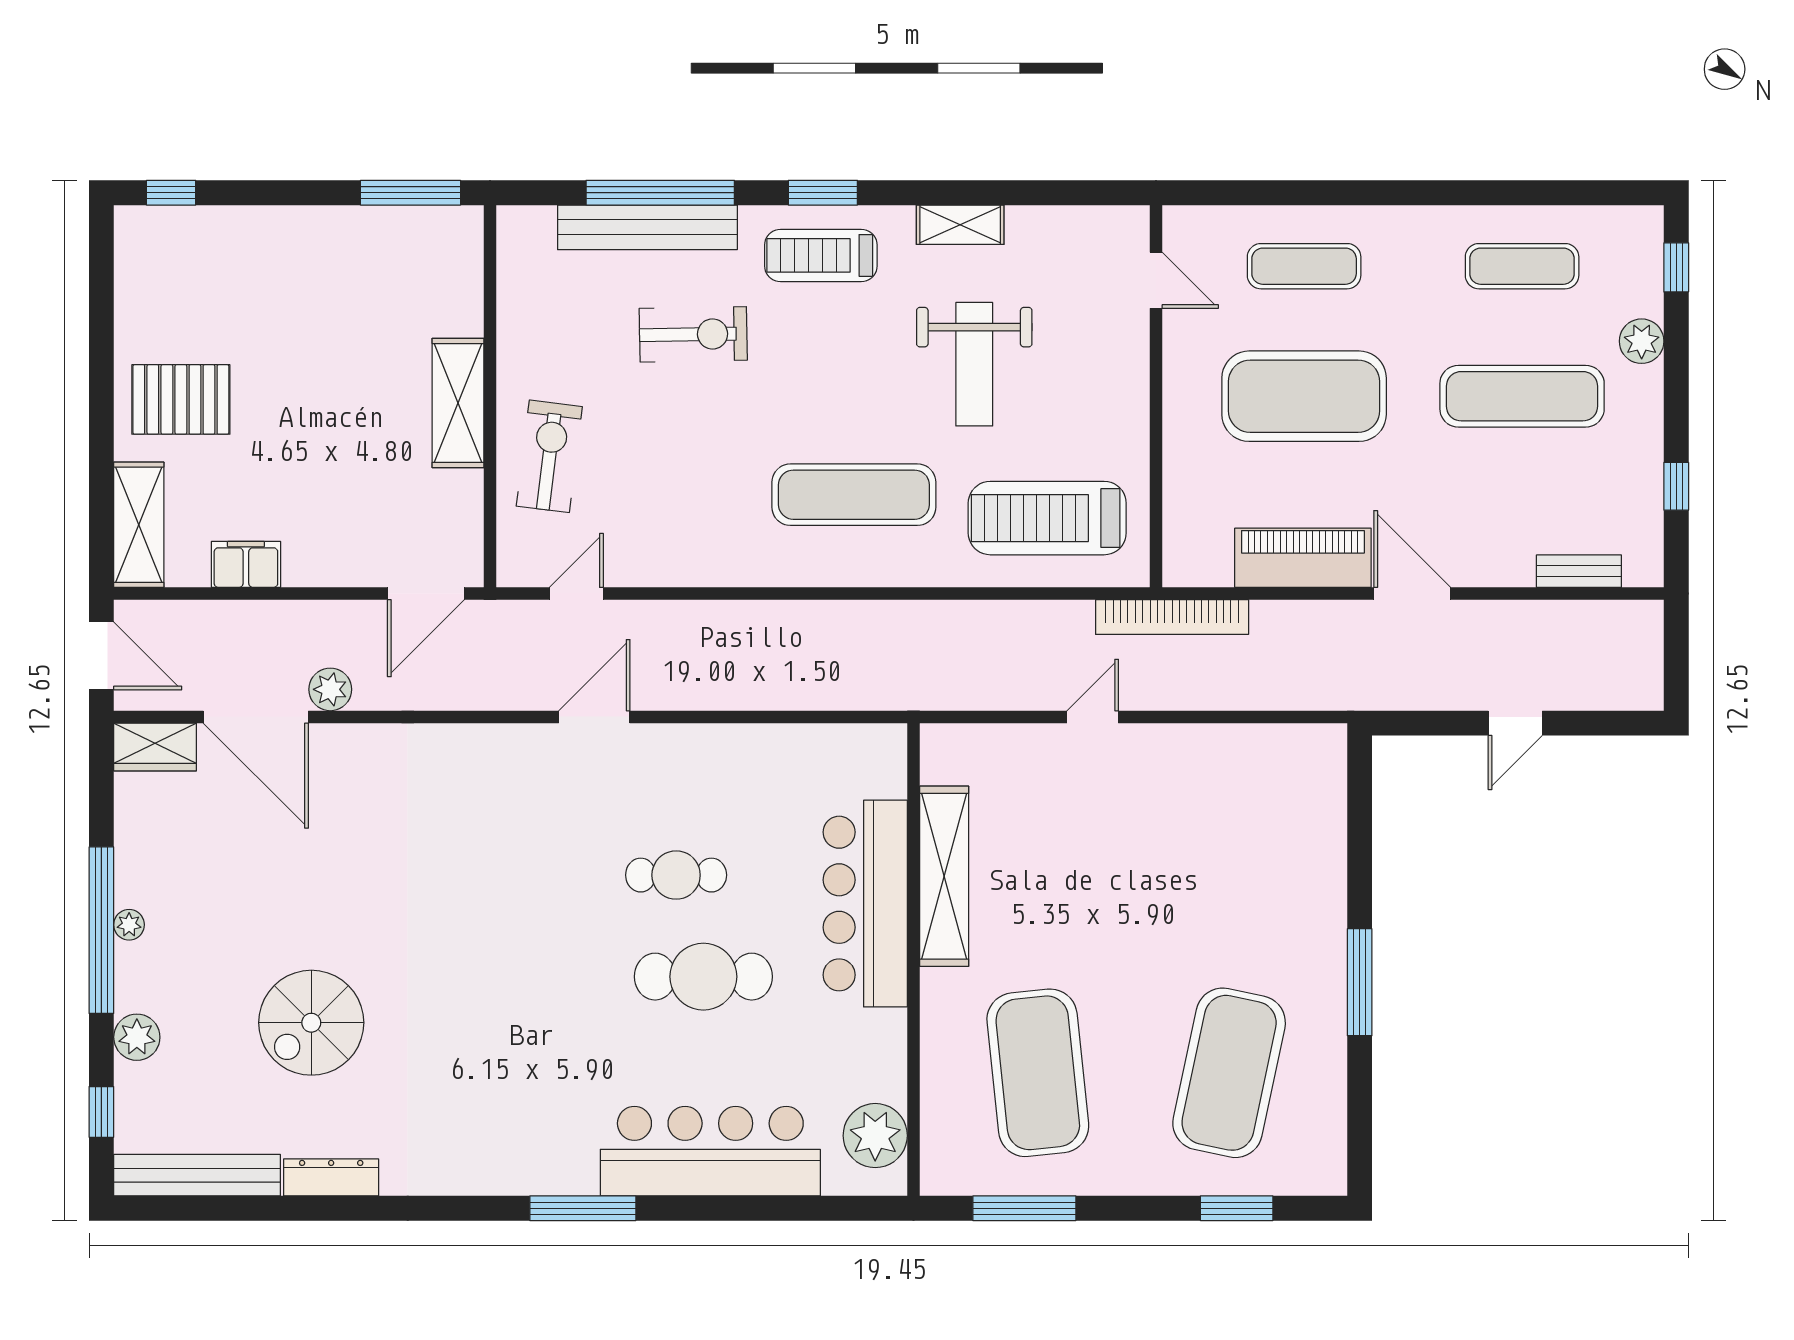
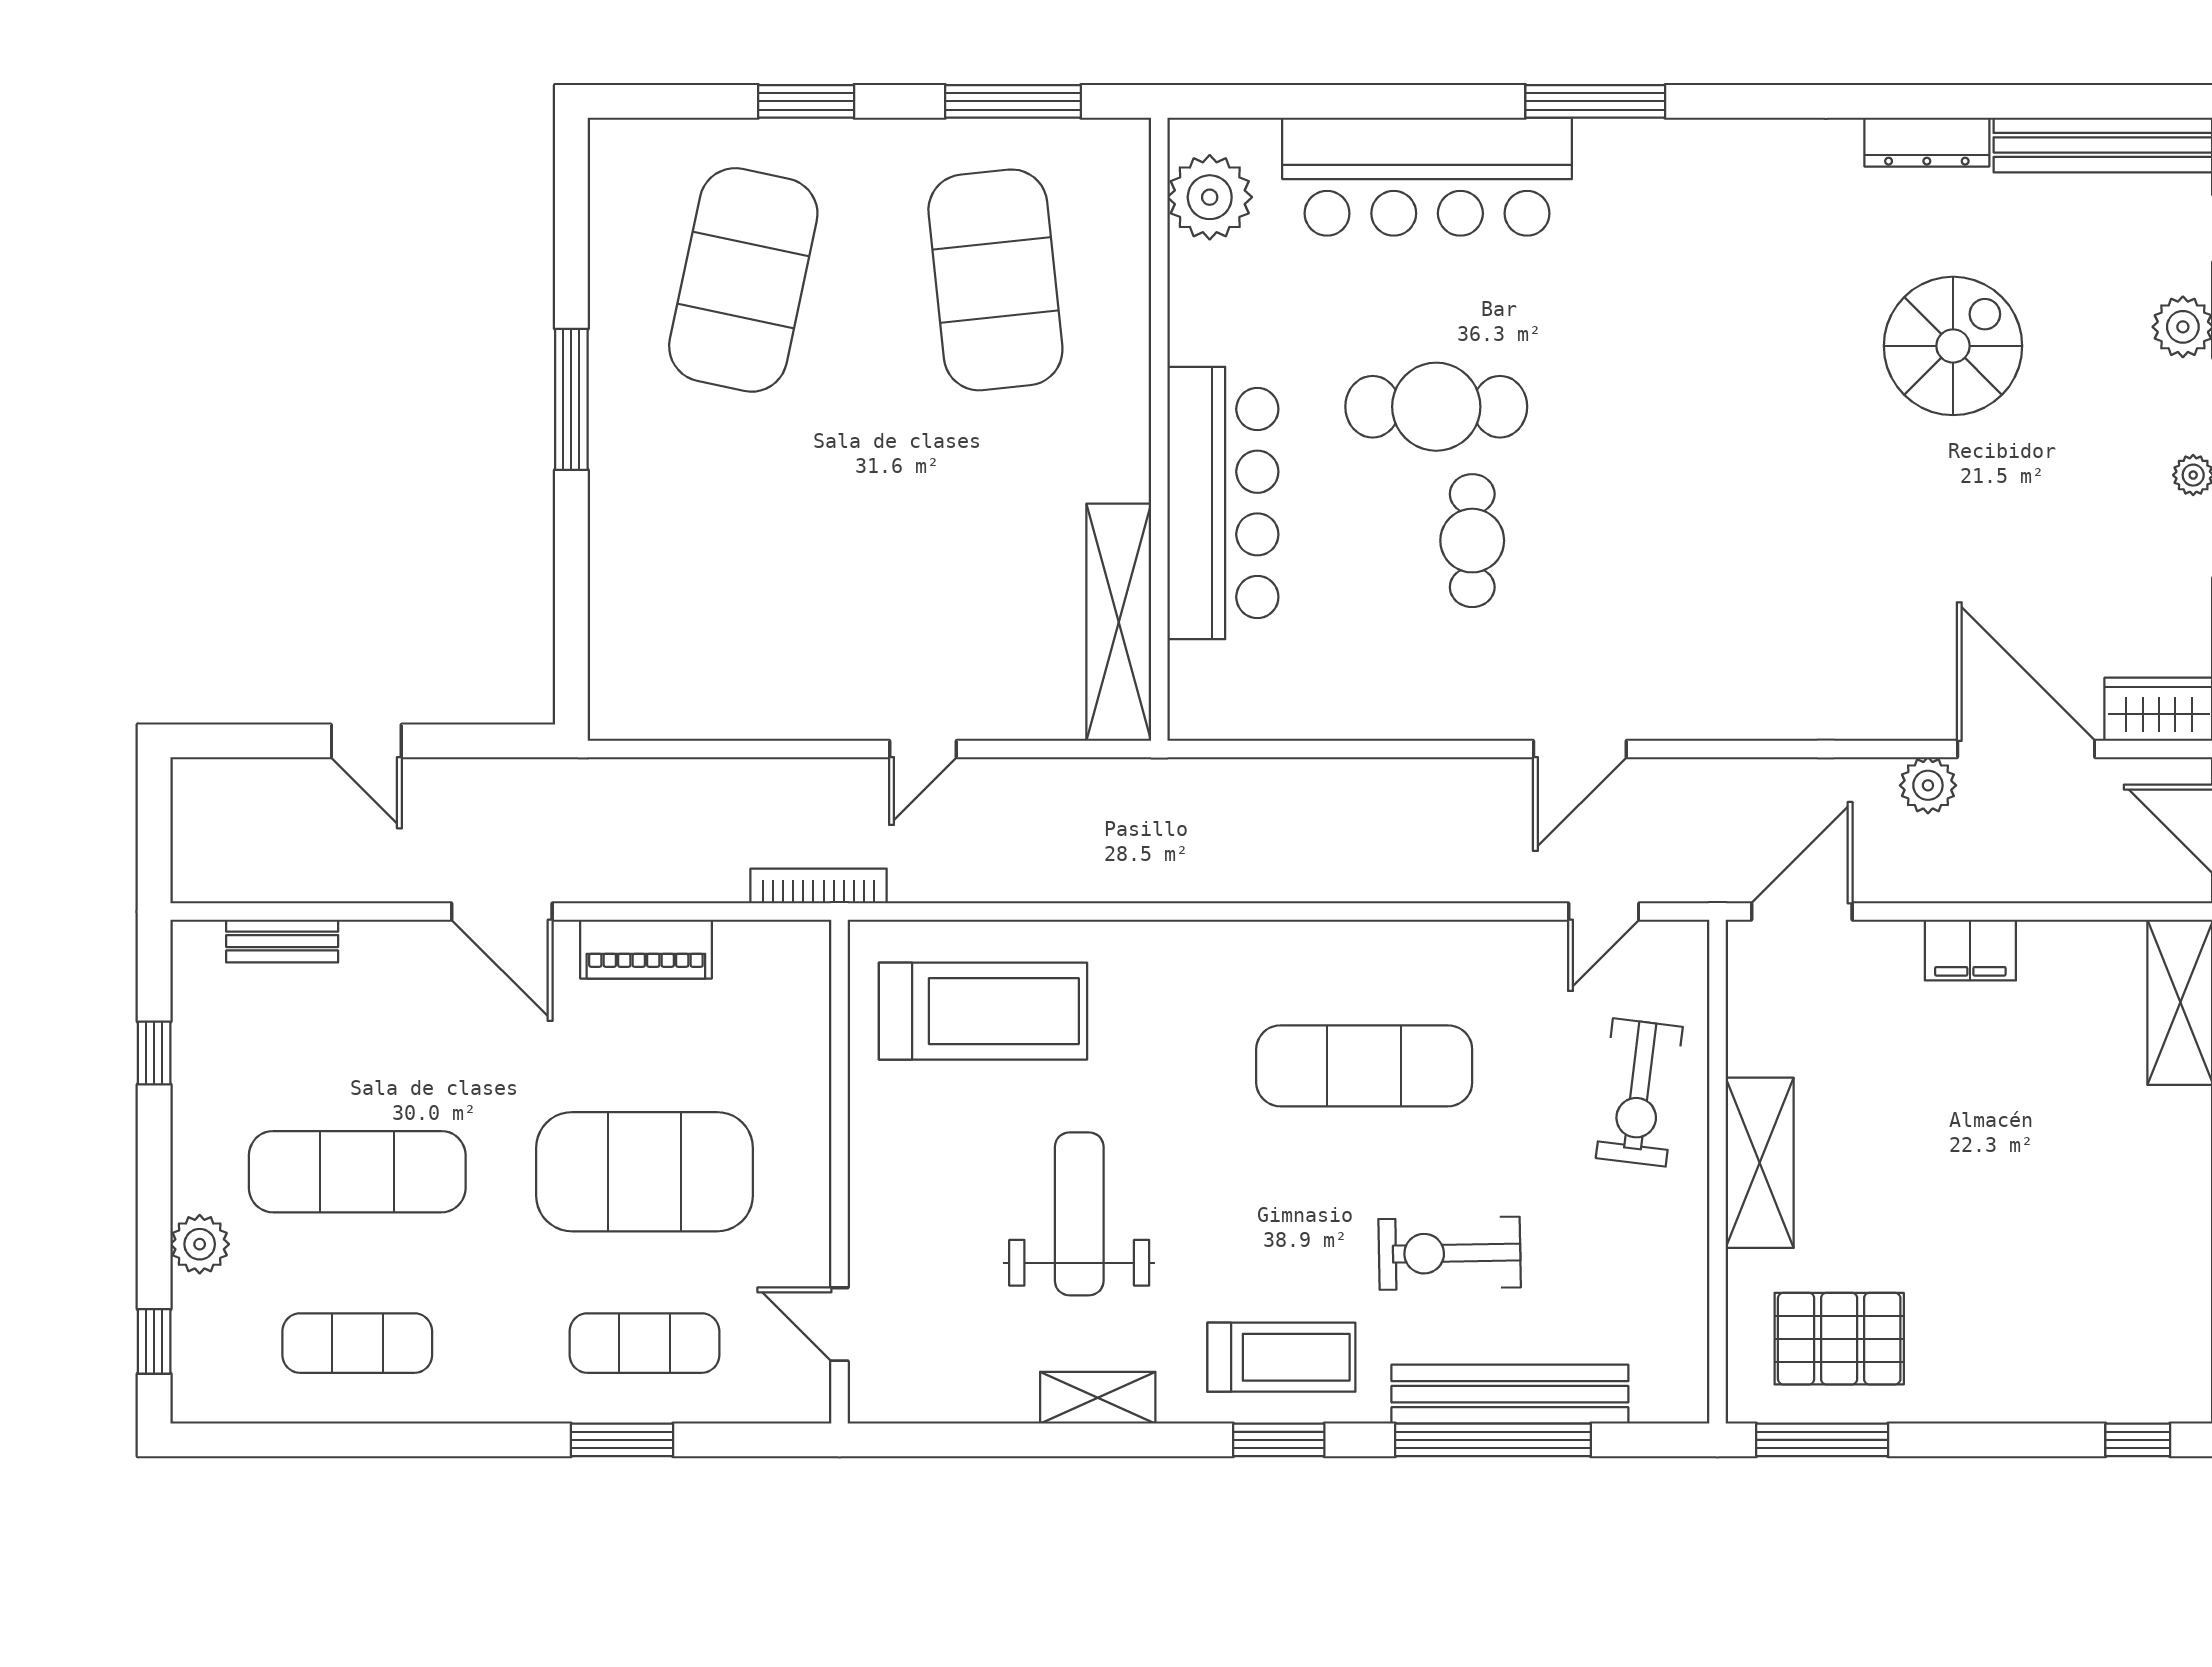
window: (1321, 193) -> (622, 1440), added
pallet: (181, 399) -> (1839, 1339), moved
exercise mat: (854, 495) -> (1364, 1066), moved
piano: (1303, 558) -> (646, 949), width x0.73, depth x0.75
filing cabinet: (246, 564) -> (1970, 950), moved
bookcase: (1172, 617) -> (819, 886), width x0.68, depth x0.76
door: (1515, 723) -> (366, 741), swing flipped
cafe table: (676, 875) -> (1472, 541), turned 90
shelving: (944, 876) -> (1119, 622), moved
window: (1237, 1208) -> (806, 101), moved

